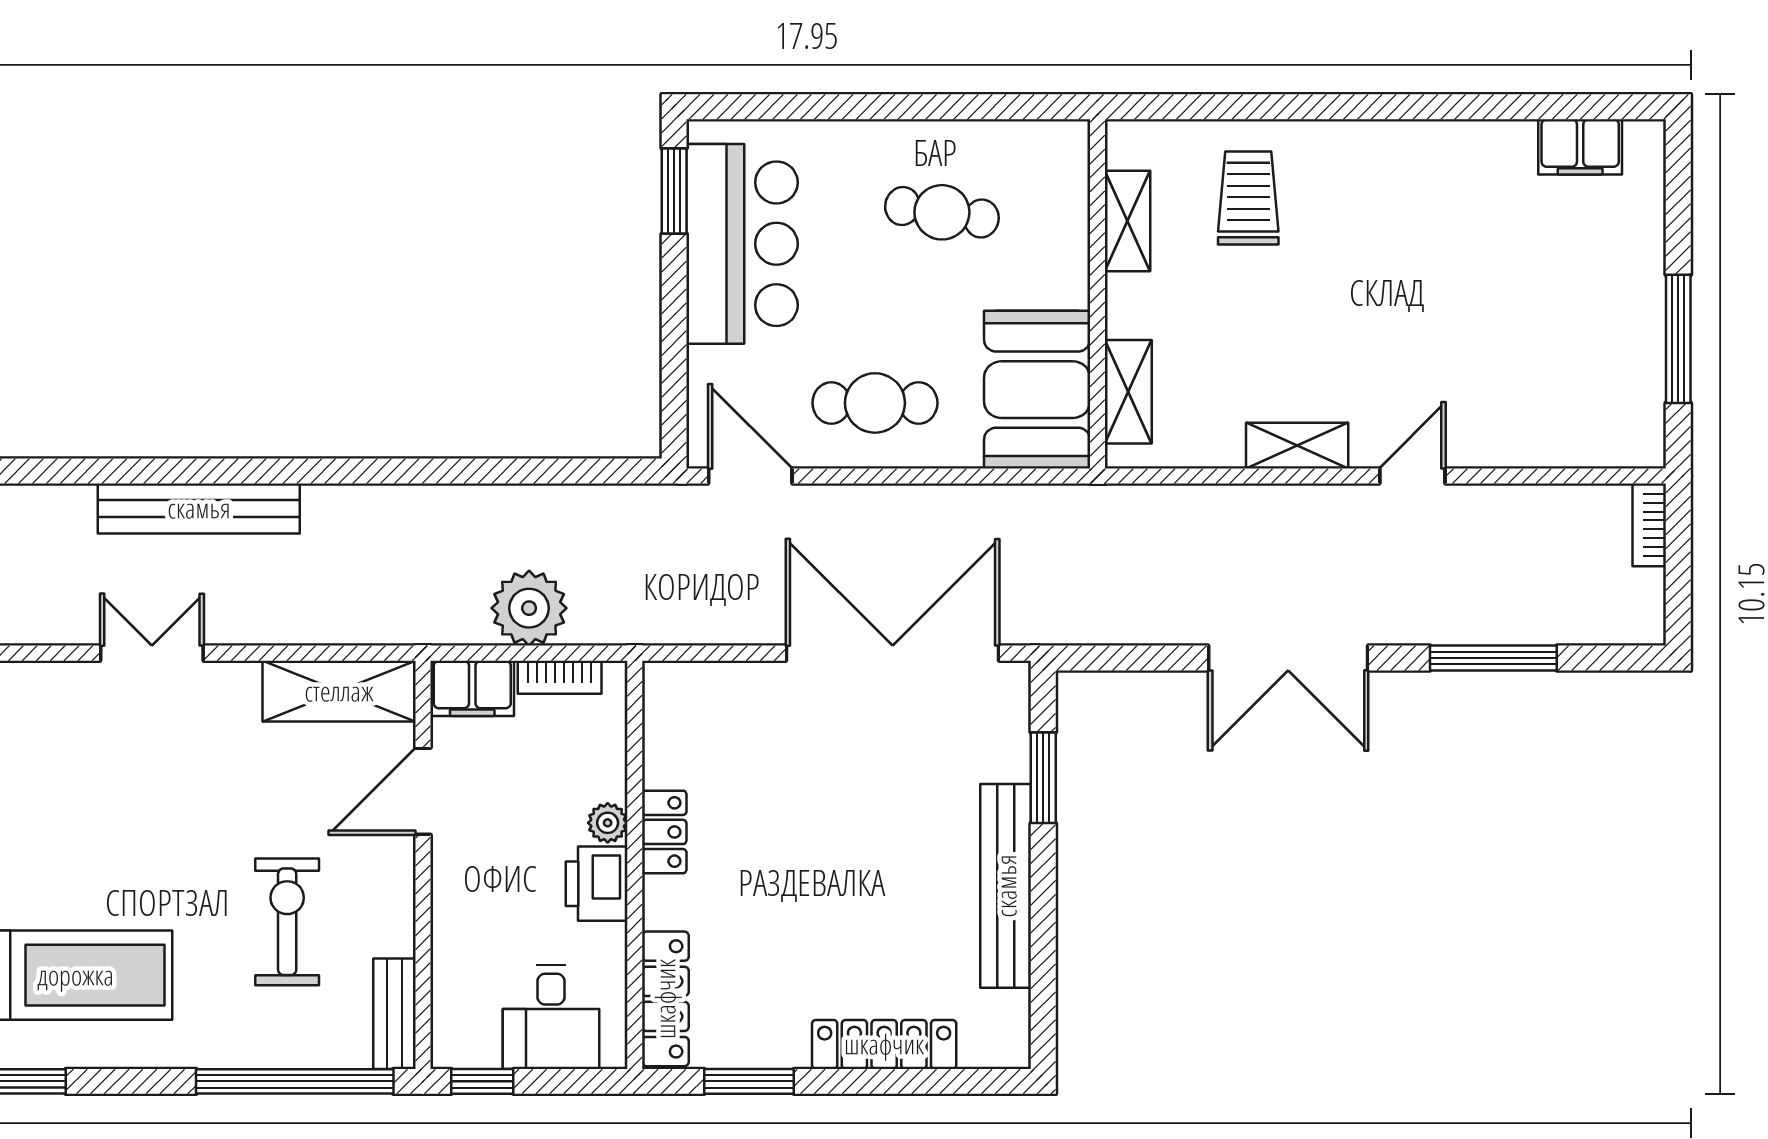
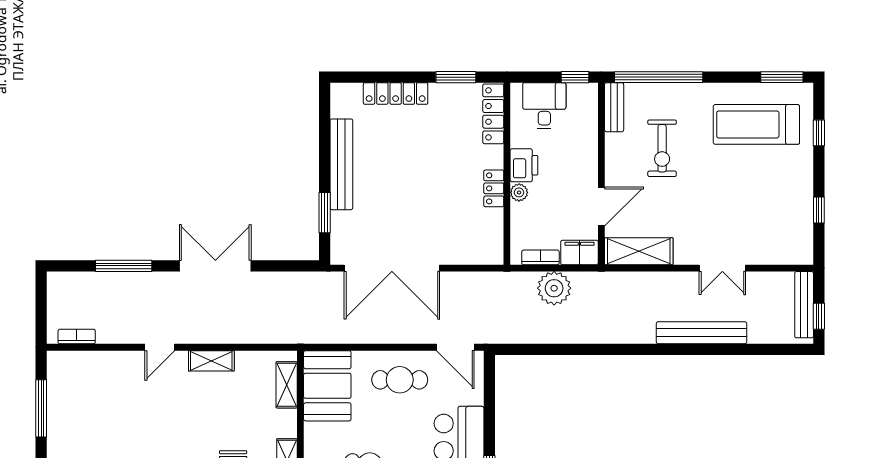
bookcase: (1649, 525) -> (77, 337), moved, turned -90

